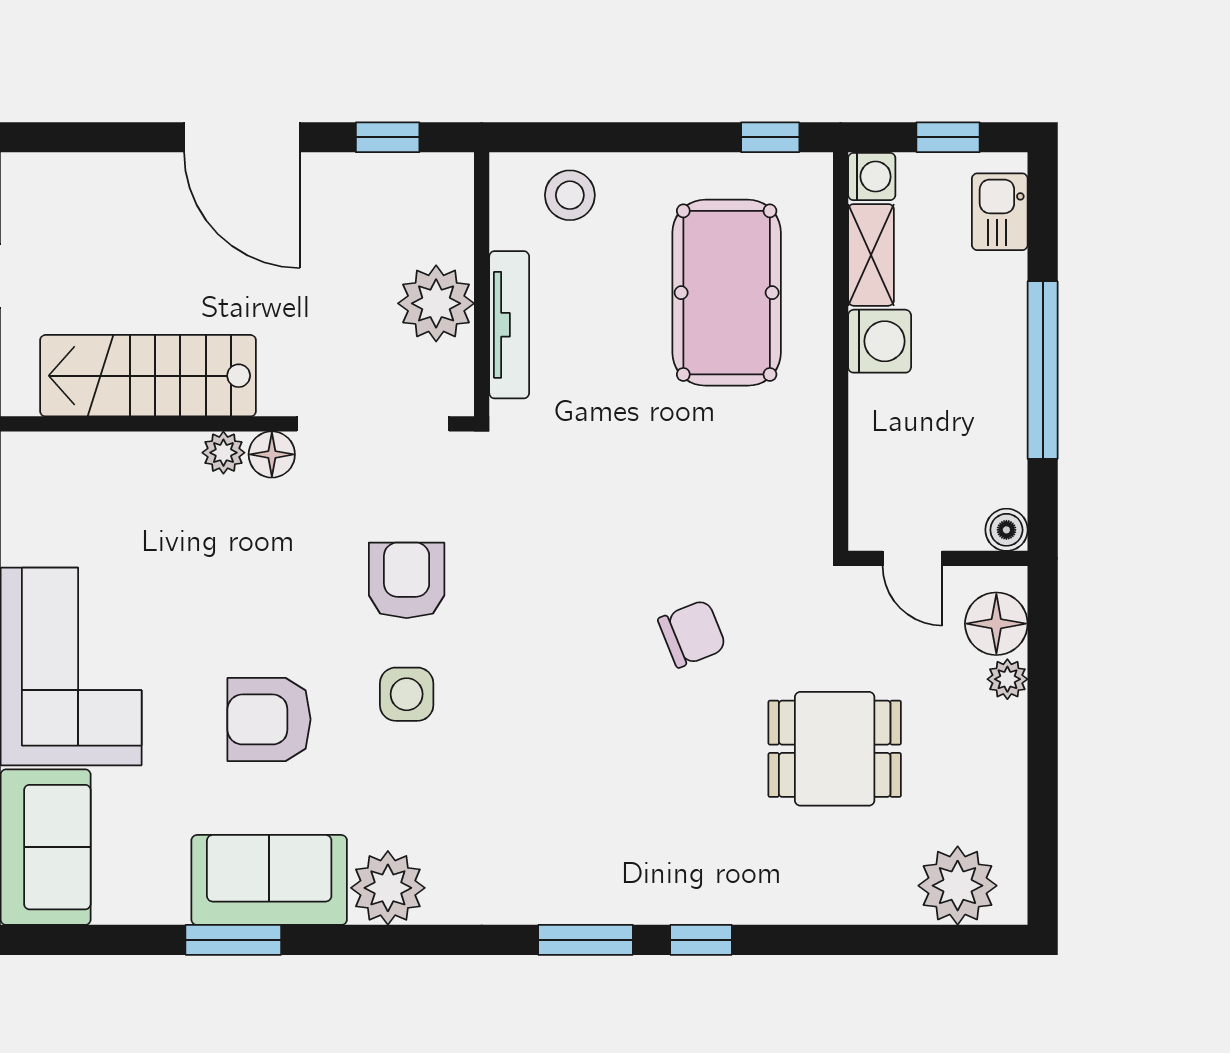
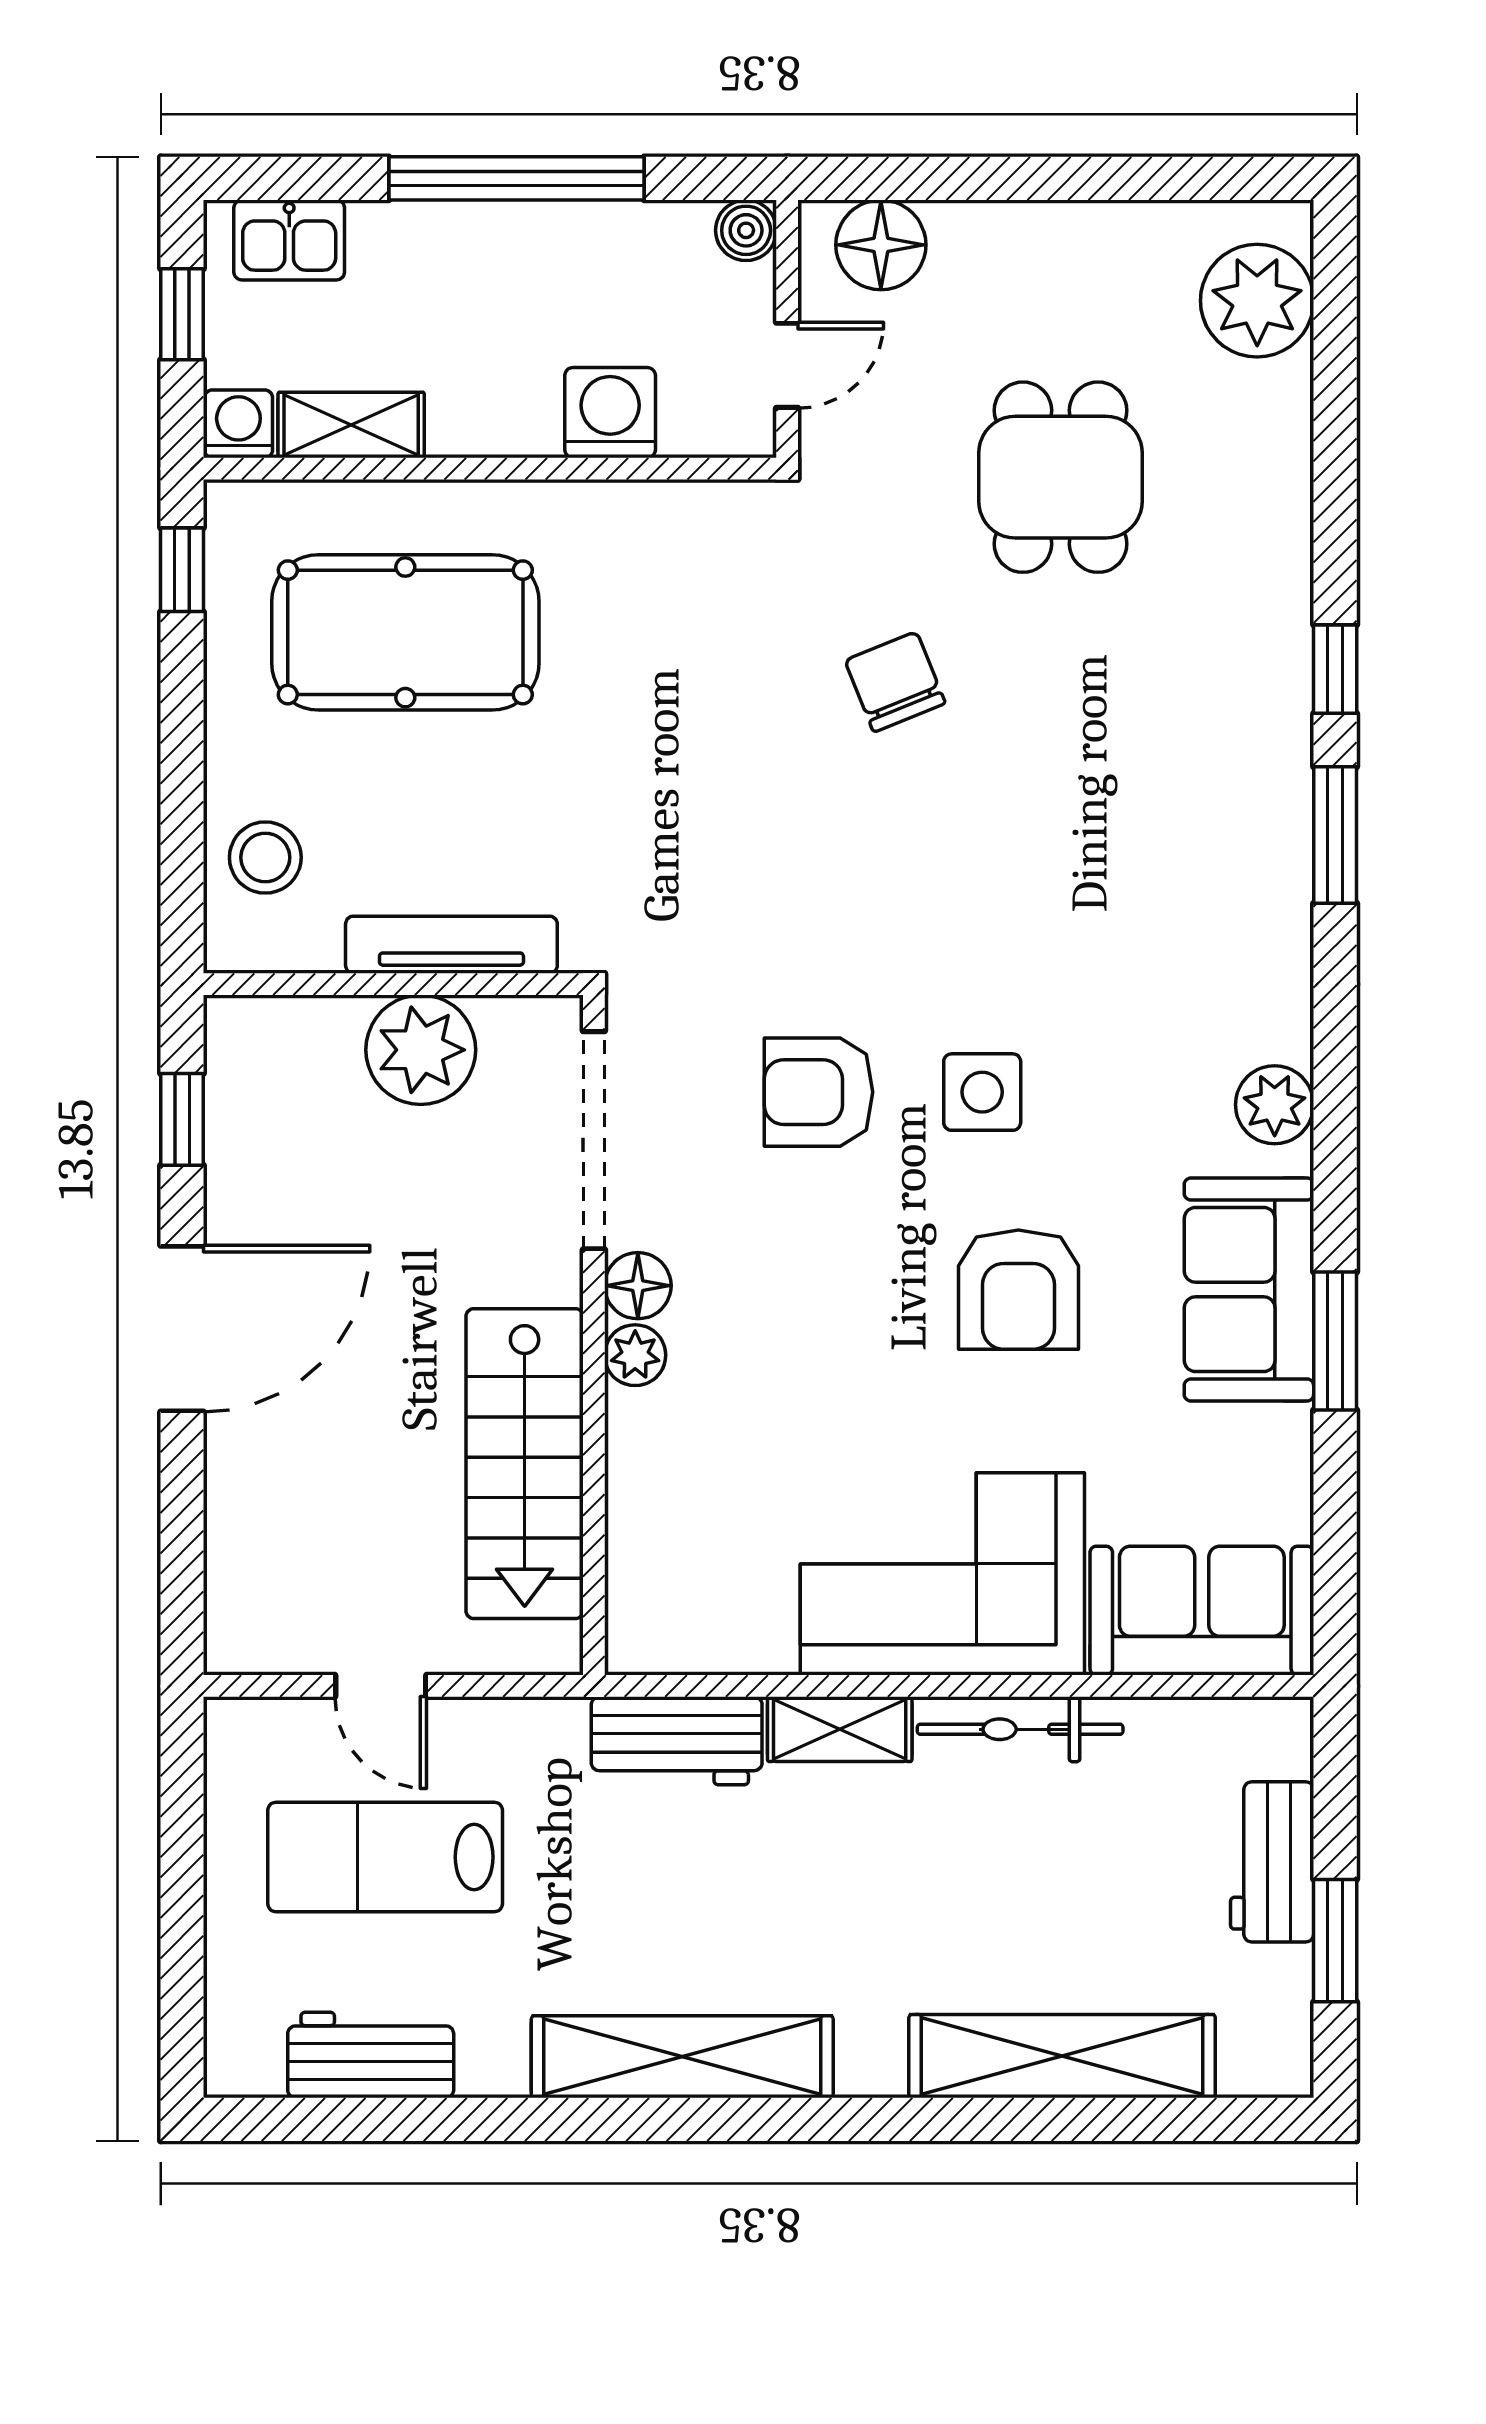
washing machine: (880, 341) -> (610, 413), moved
plant: (1007, 679) -> (961, 229), removed
plant: (388, 888) -> (1275, 1105), width x0.73, depth x0.73

